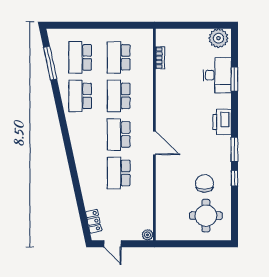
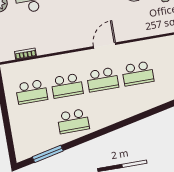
school desk: (80, 57) -> (38, 127), removed

